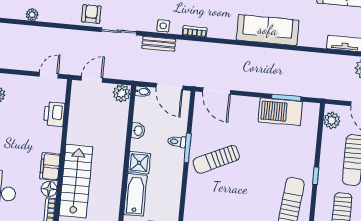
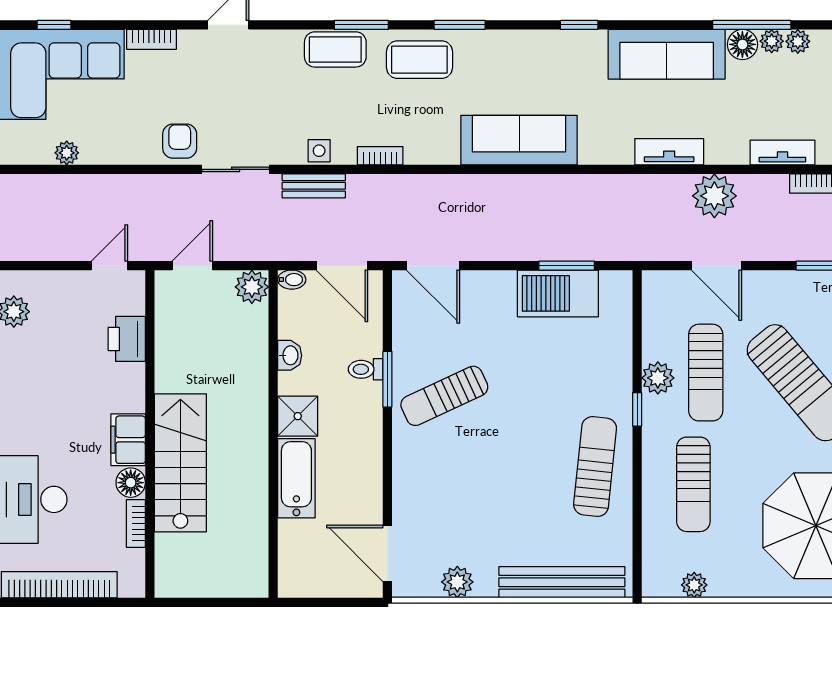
plant: (332, 120) -> (658, 378), moved

